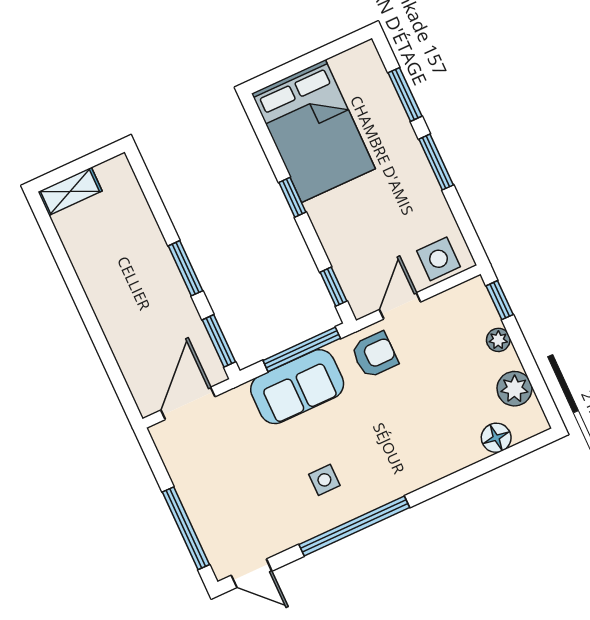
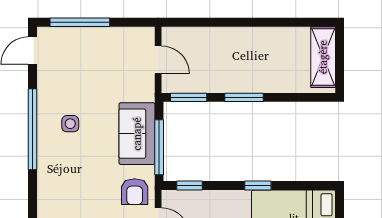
shelving: (70, 191) -> (323, 57), width x1.50, depth x1.33
door: (188, 403) -> (158, 60), width x0.73

